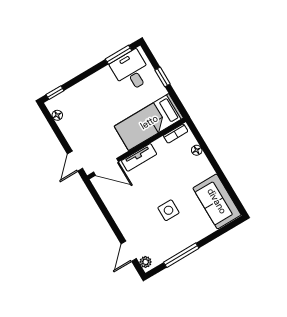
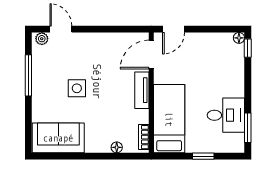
desk: (131, 71) -> (226, 115), moved
floor lamp: (57, 115) -> (239, 38), moved
door: (75, 161) -> (174, 29), swing flipped

